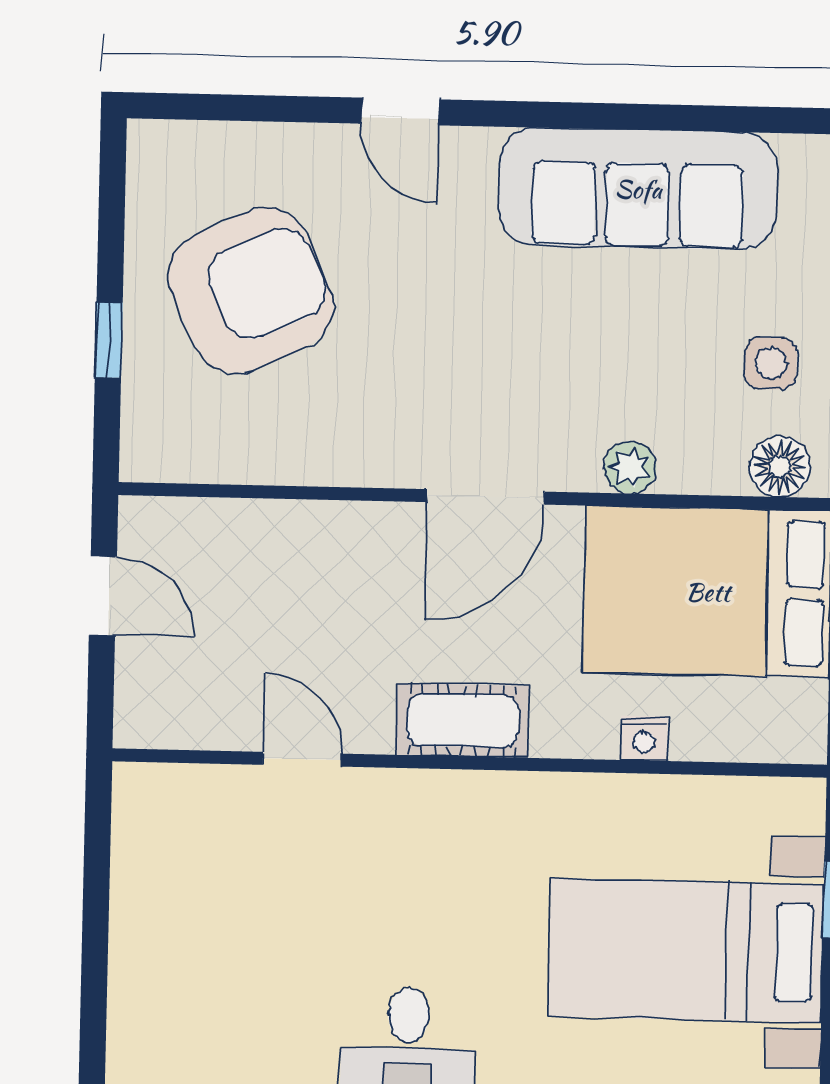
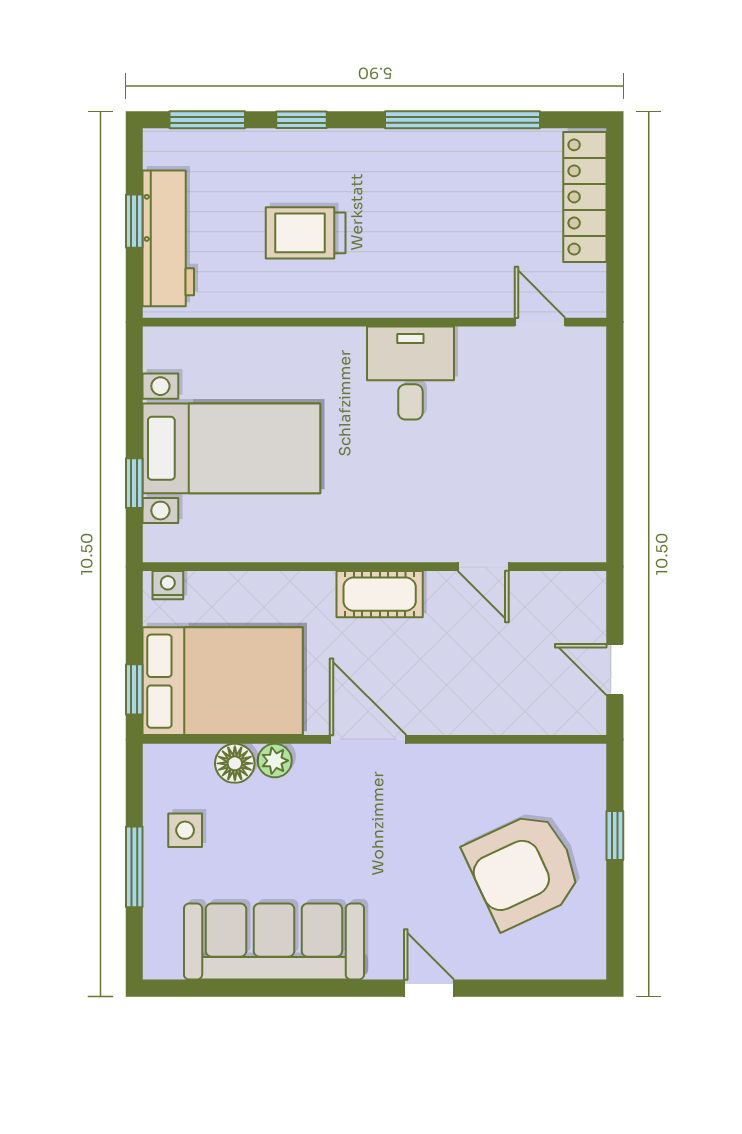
floor lamp: (780, 467) -> (235, 763), moved
door: (486, 497) -> (368, 739), hinge flipped
nightstand: (644, 738) -> (168, 585), moved

